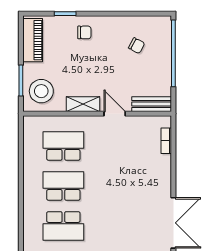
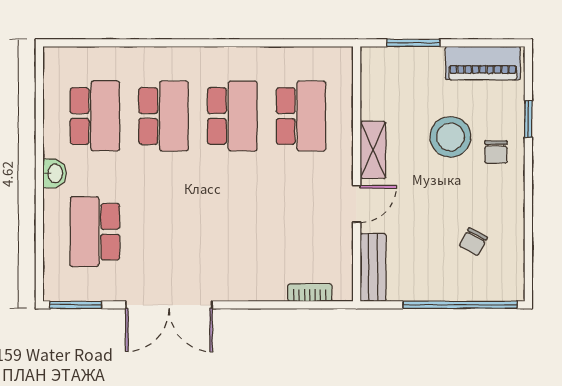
stool: (41, 91) -> (450, 137), moved
school desk: (63, 226) -> (164, 116), turned 180

